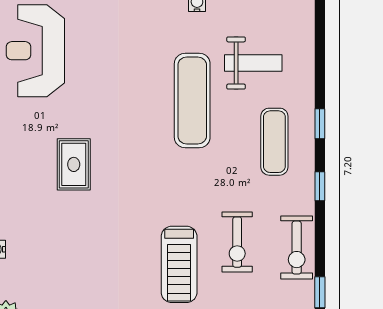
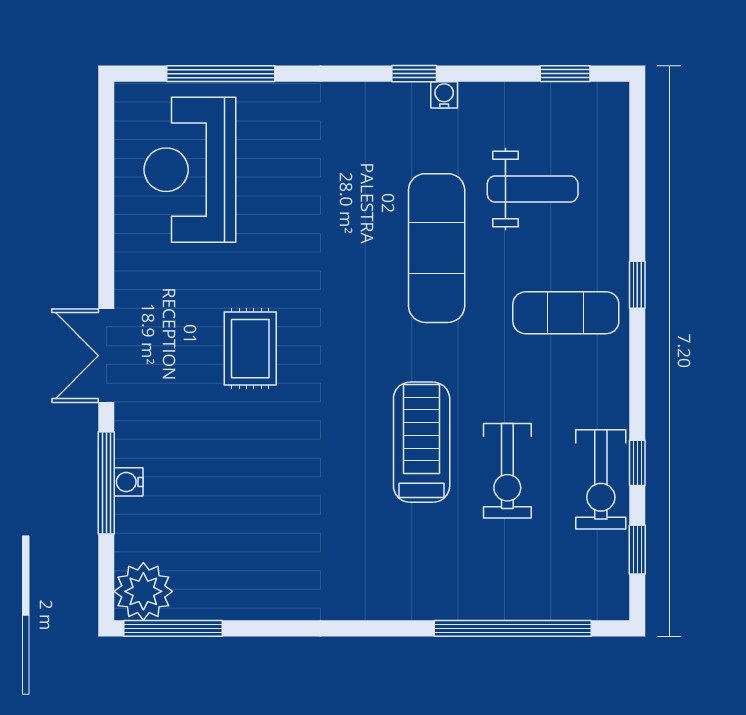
exercise mat: (274, 142) -> (566, 313), turned 90
window: (320, 186) -> (637, 463), moved
treadmill: (179, 264) -> (422, 442), moved, turned 180

